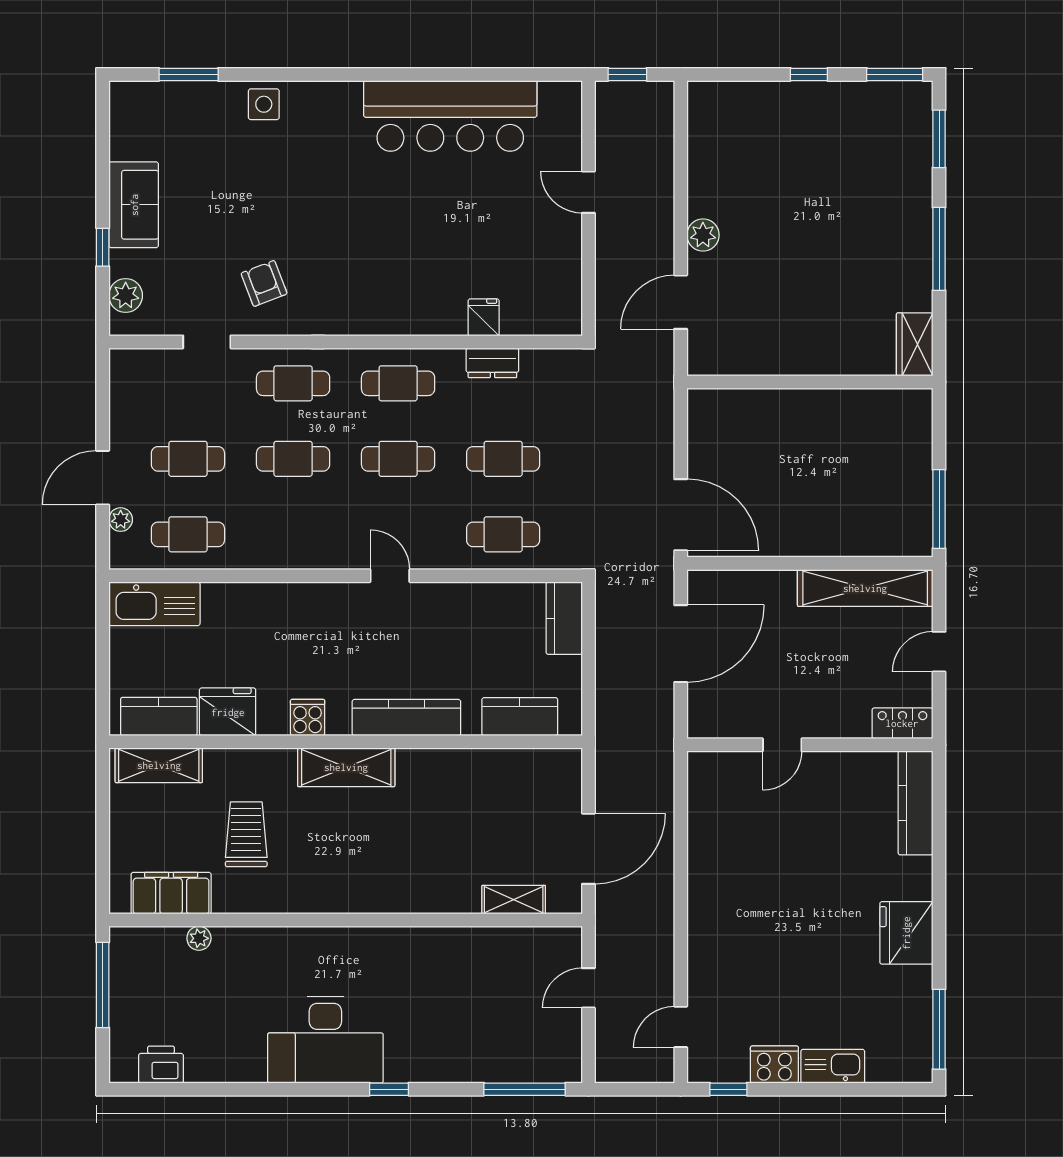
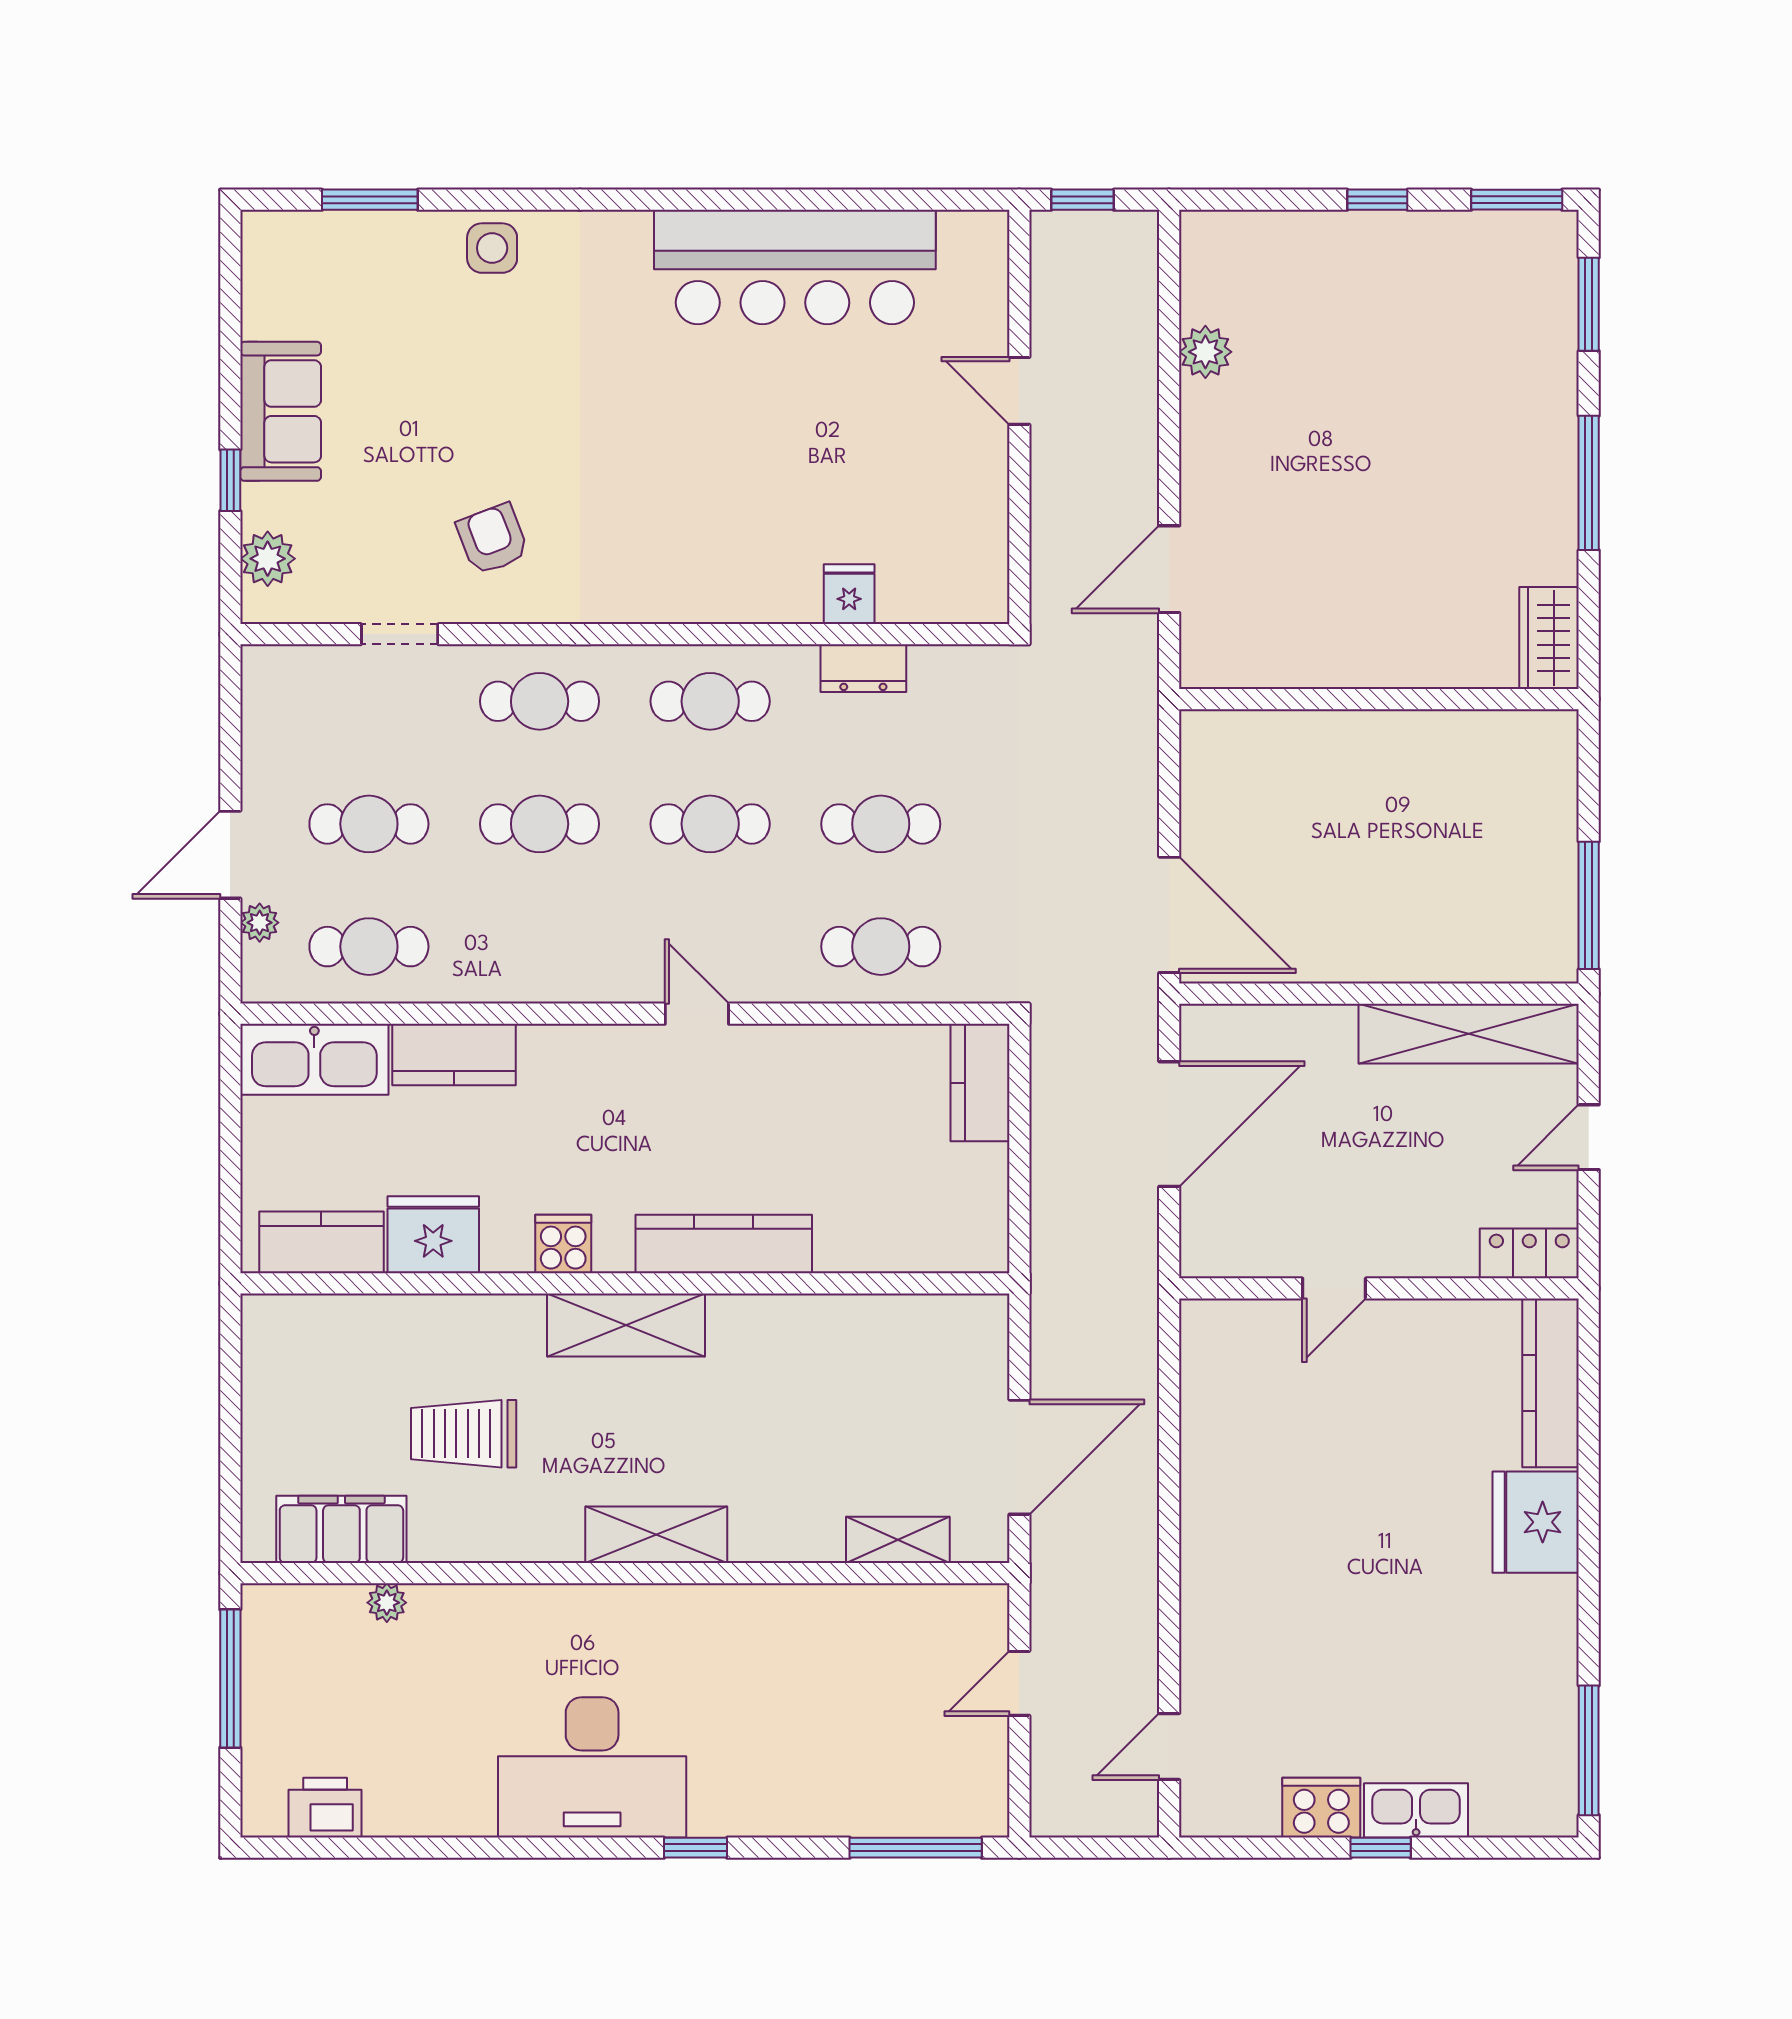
plant: (703, 235) -> (1205, 352), moved
kitchen counter: (520, 717) -> (454, 1054), moved, turned 180
shelving: (159, 765) -> (656, 1535), moved
trolley: (246, 834) -> (464, 1434), turned -90
fridge: (906, 933) -> (1536, 1522), moved
window: (728, 1089) -> (1381, 1848), moved

